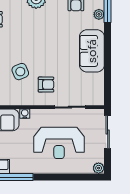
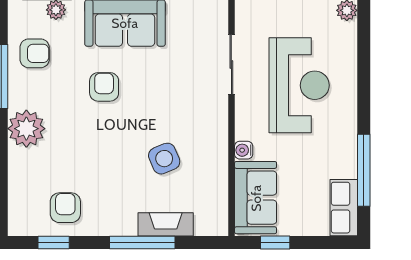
armchair: (46, 85) -> (104, 87), moved

